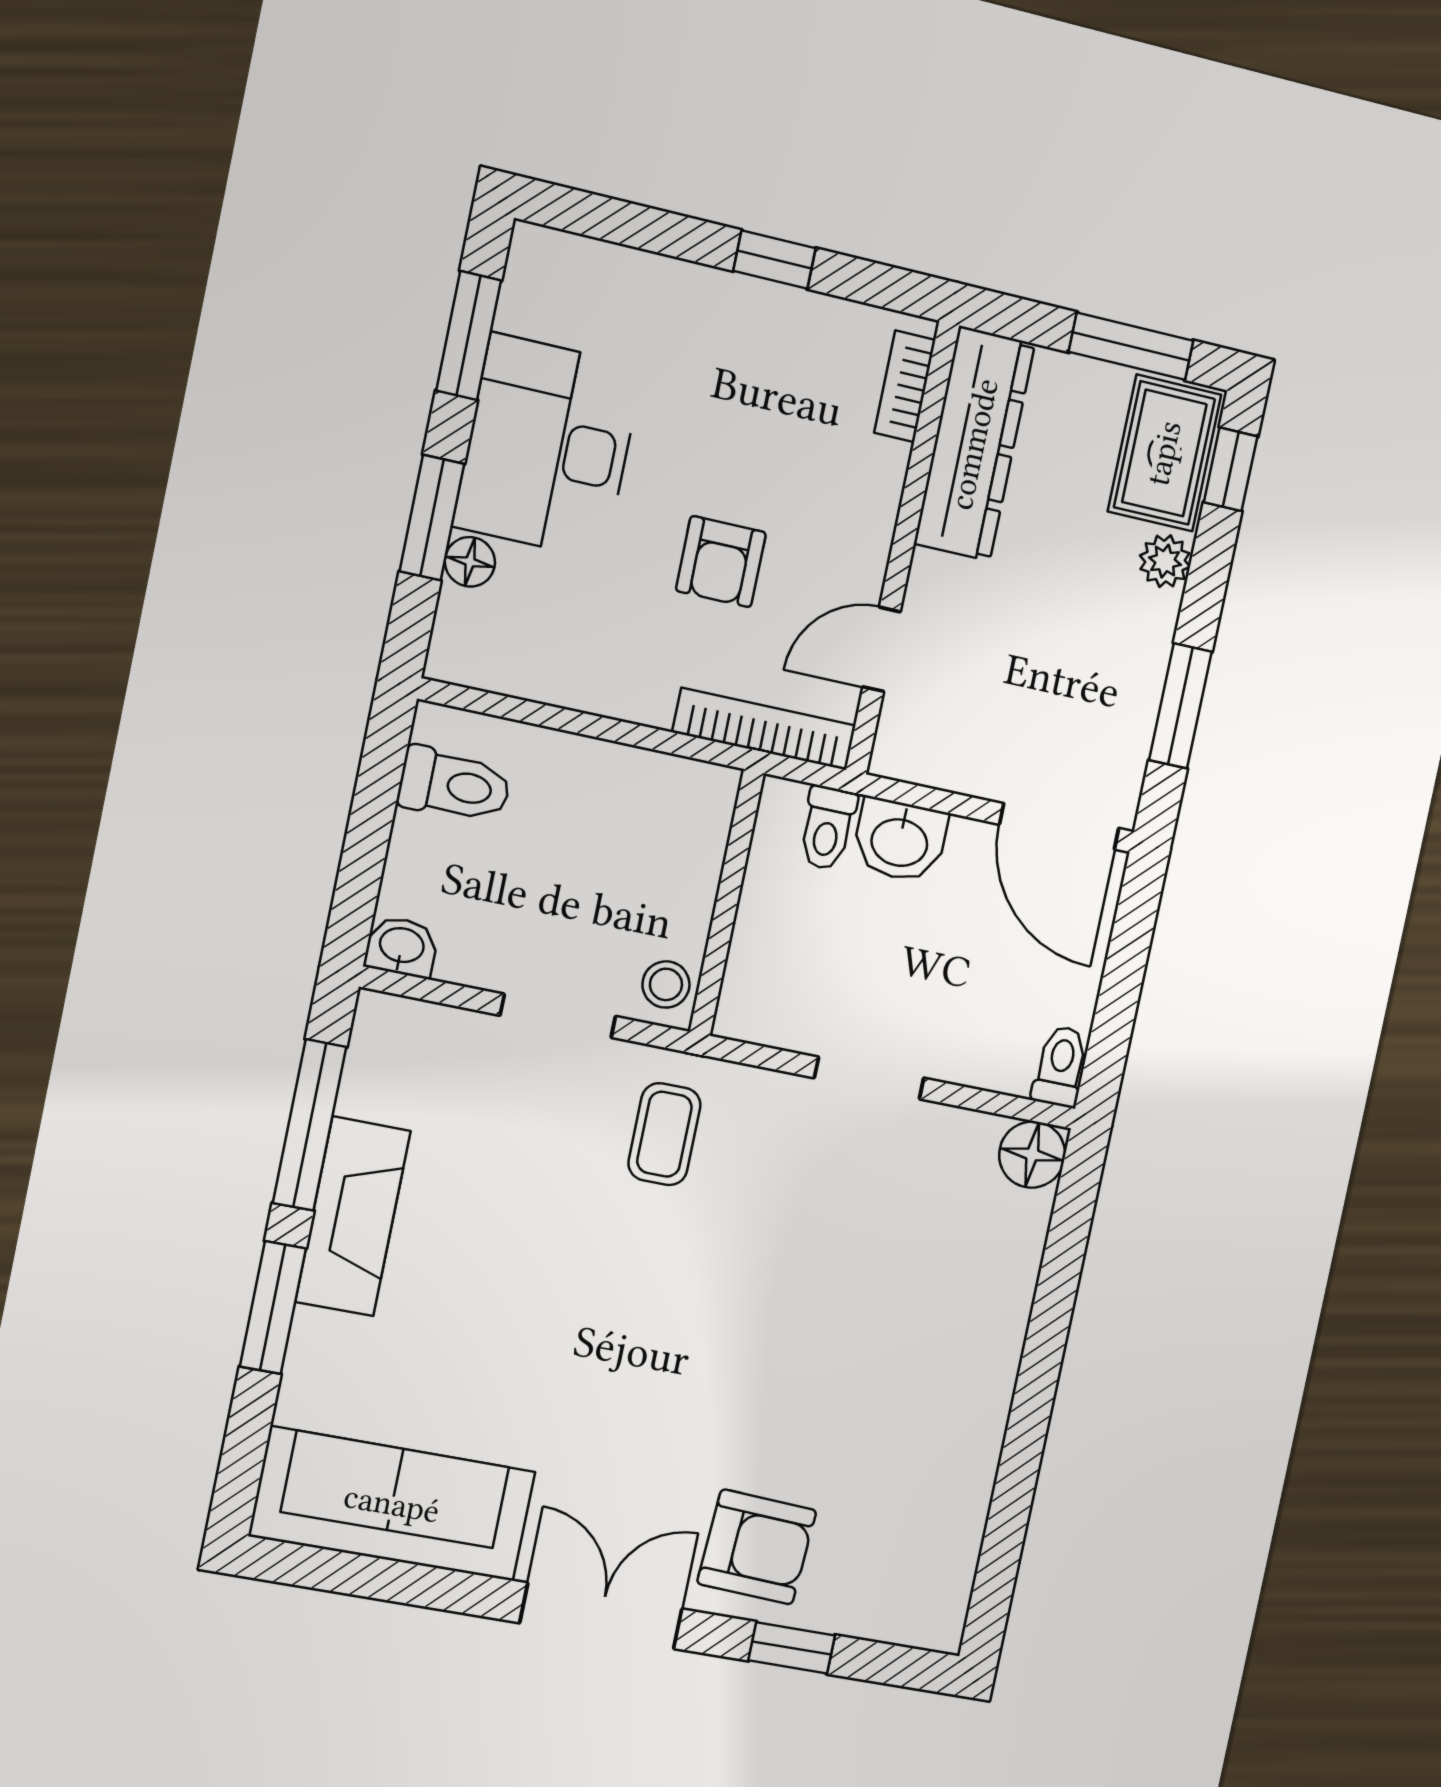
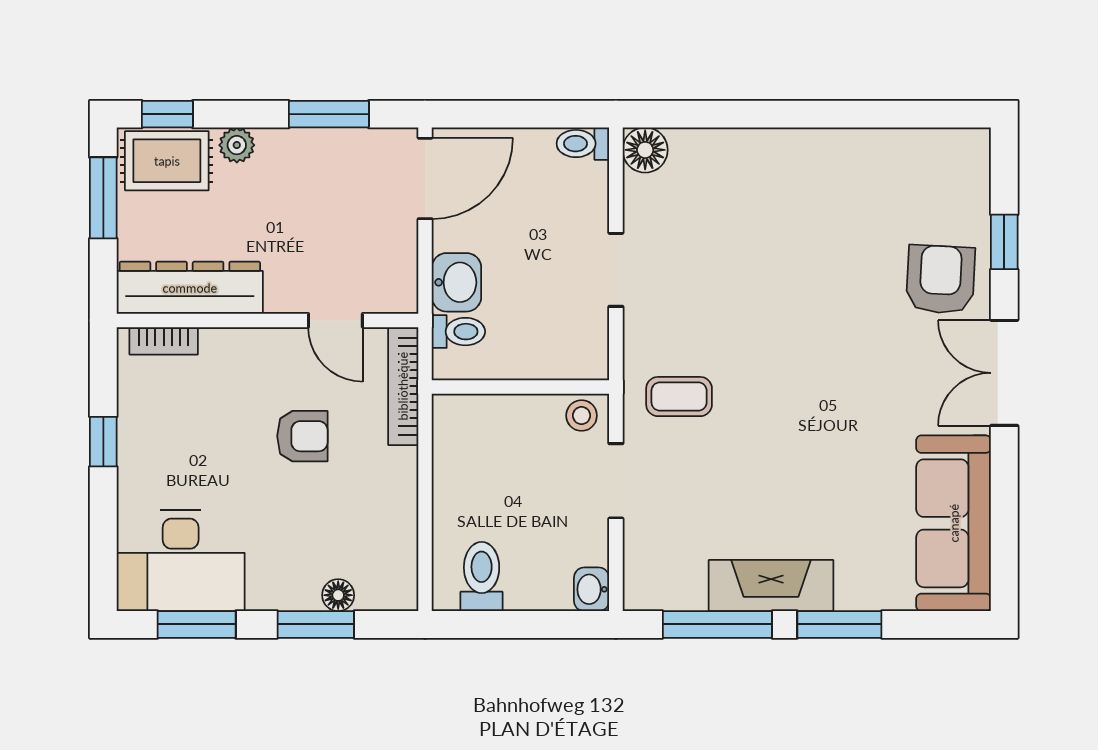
desk: (548, 447) -> (181, 561), moved

